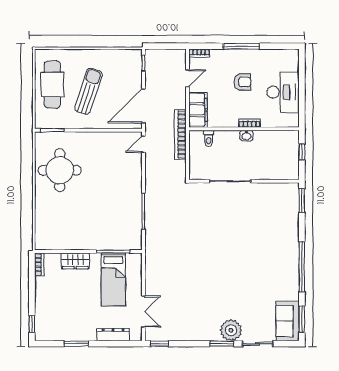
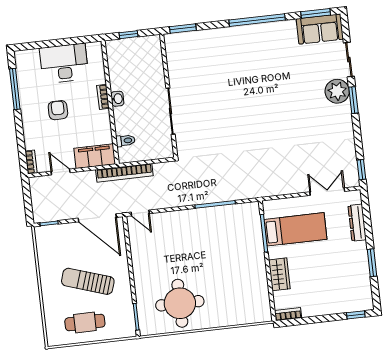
window: (241, 46) -> (15, 89), moved
cafe table: (52, 85) -> (85, 322), width x0.73, depth x0.74

